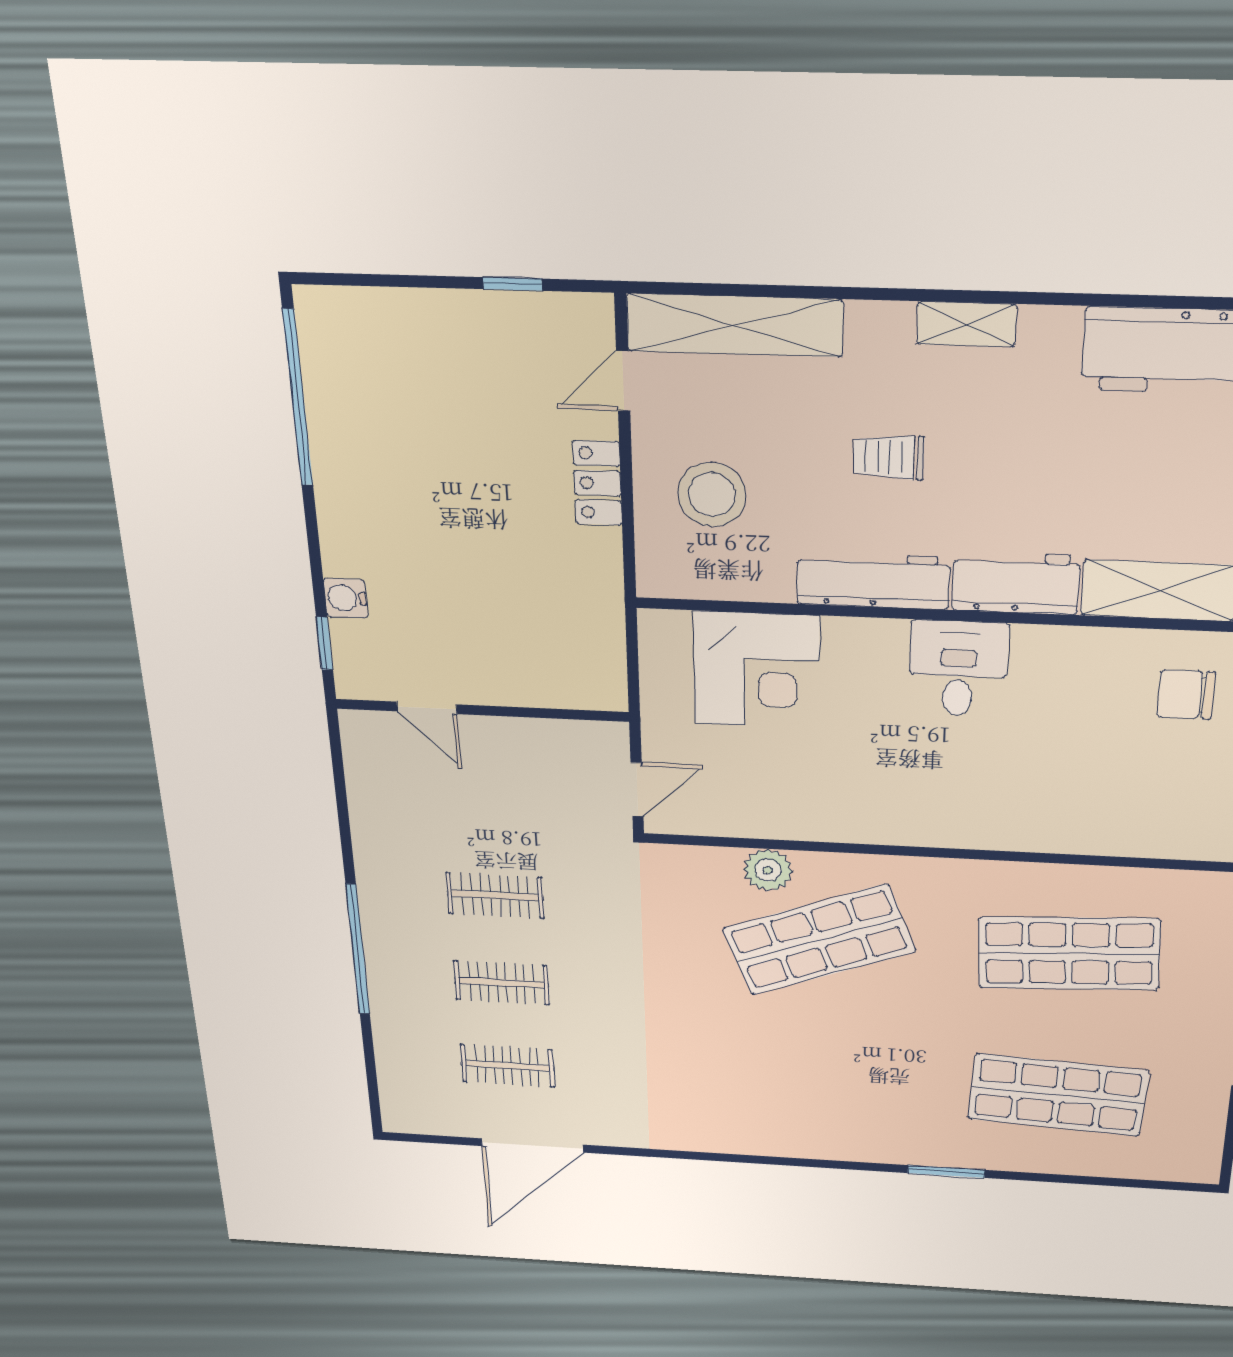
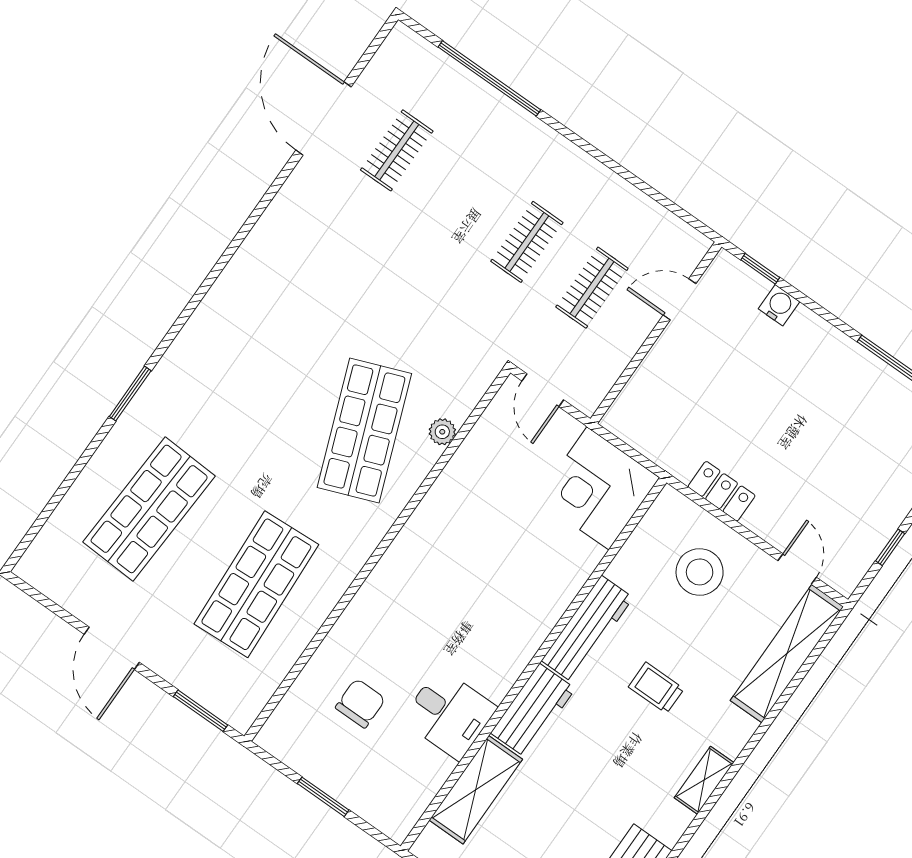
trolley: (888, 457) -> (656, 688), turned -90
locker: (597, 483) -> (722, 491), moved
desk: (958, 669) -> (449, 714), moved
corner desk: (756, 670) -> (598, 488), moved
chair: (1186, 694) -> (360, 703), moved
plant: (768, 870) -> (442, 432), width x0.73, depth x0.73
window: (358, 950) -> (489, 78), moved
clothes rail: (501, 983) -> (592, 288), moved

